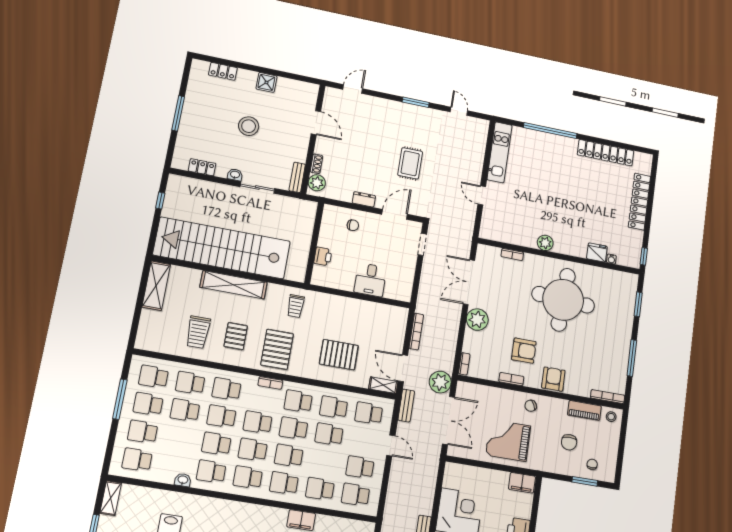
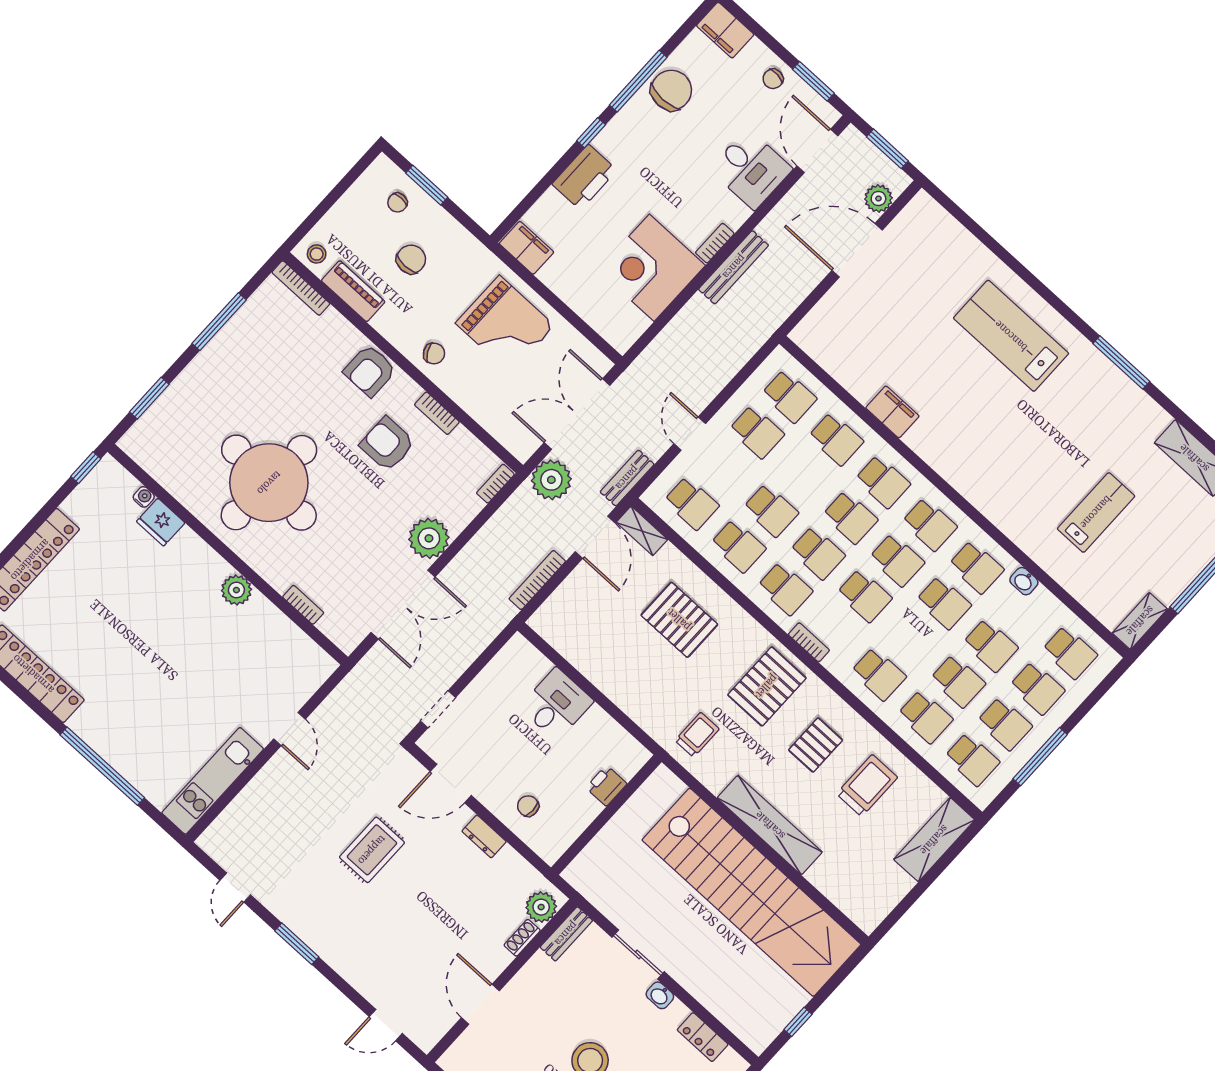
shelving: (156, 286) -> (934, 840), moved
school desk: (221, 416) -> (991, 645), moved

